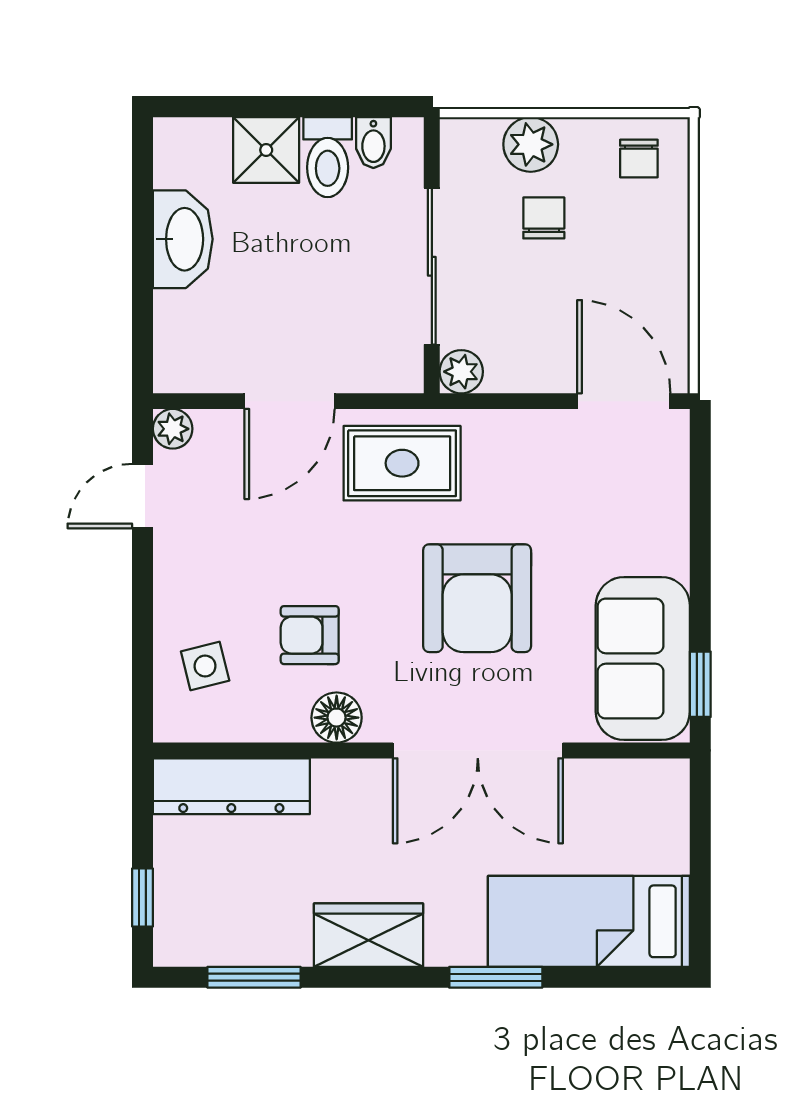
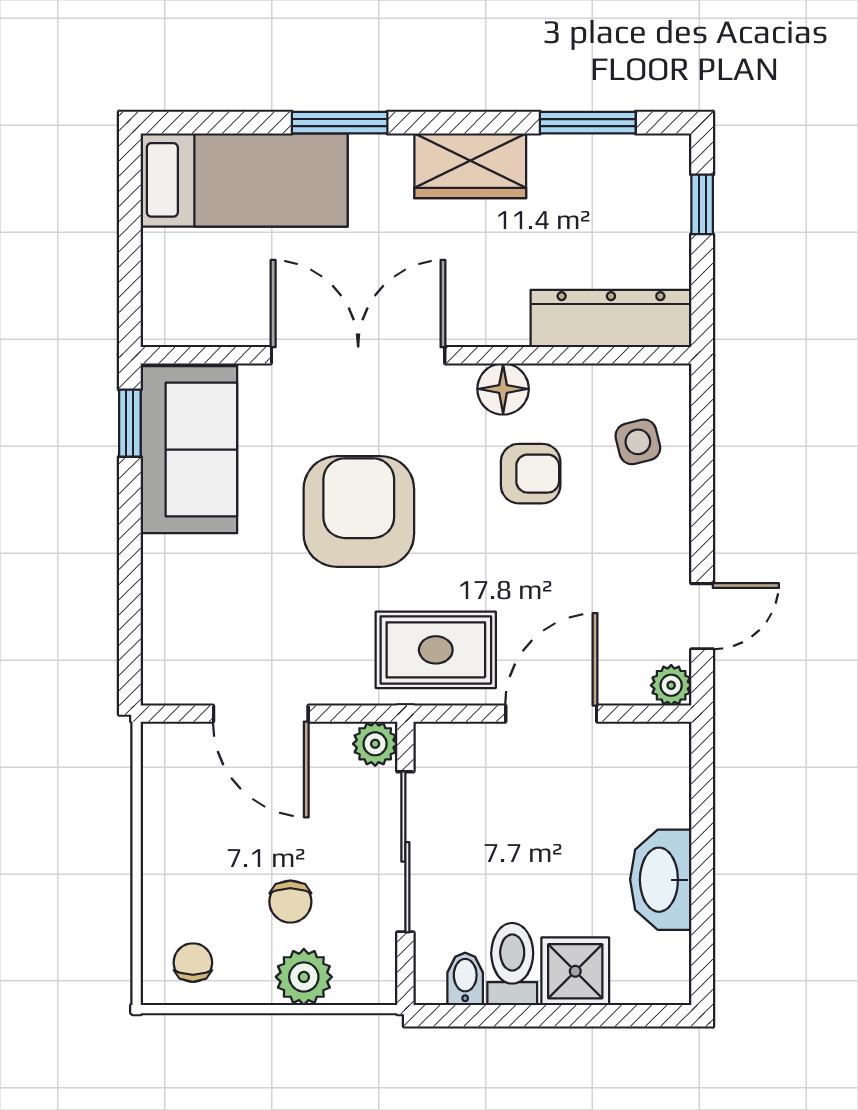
door: (624, 401) -> (261, 714), moved

